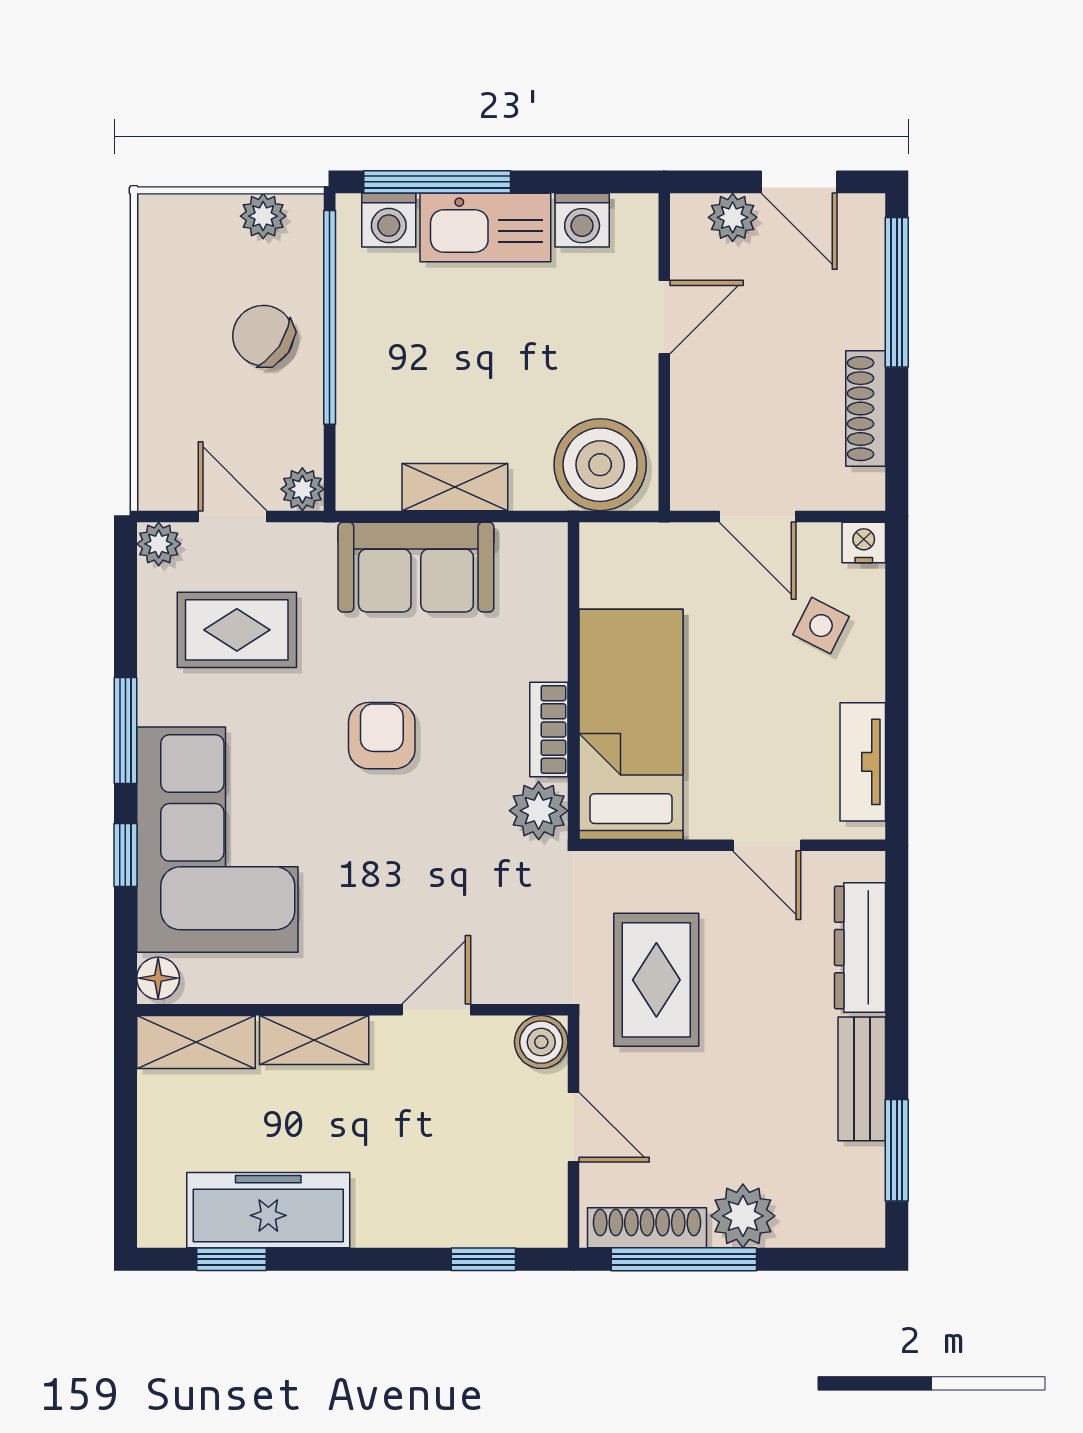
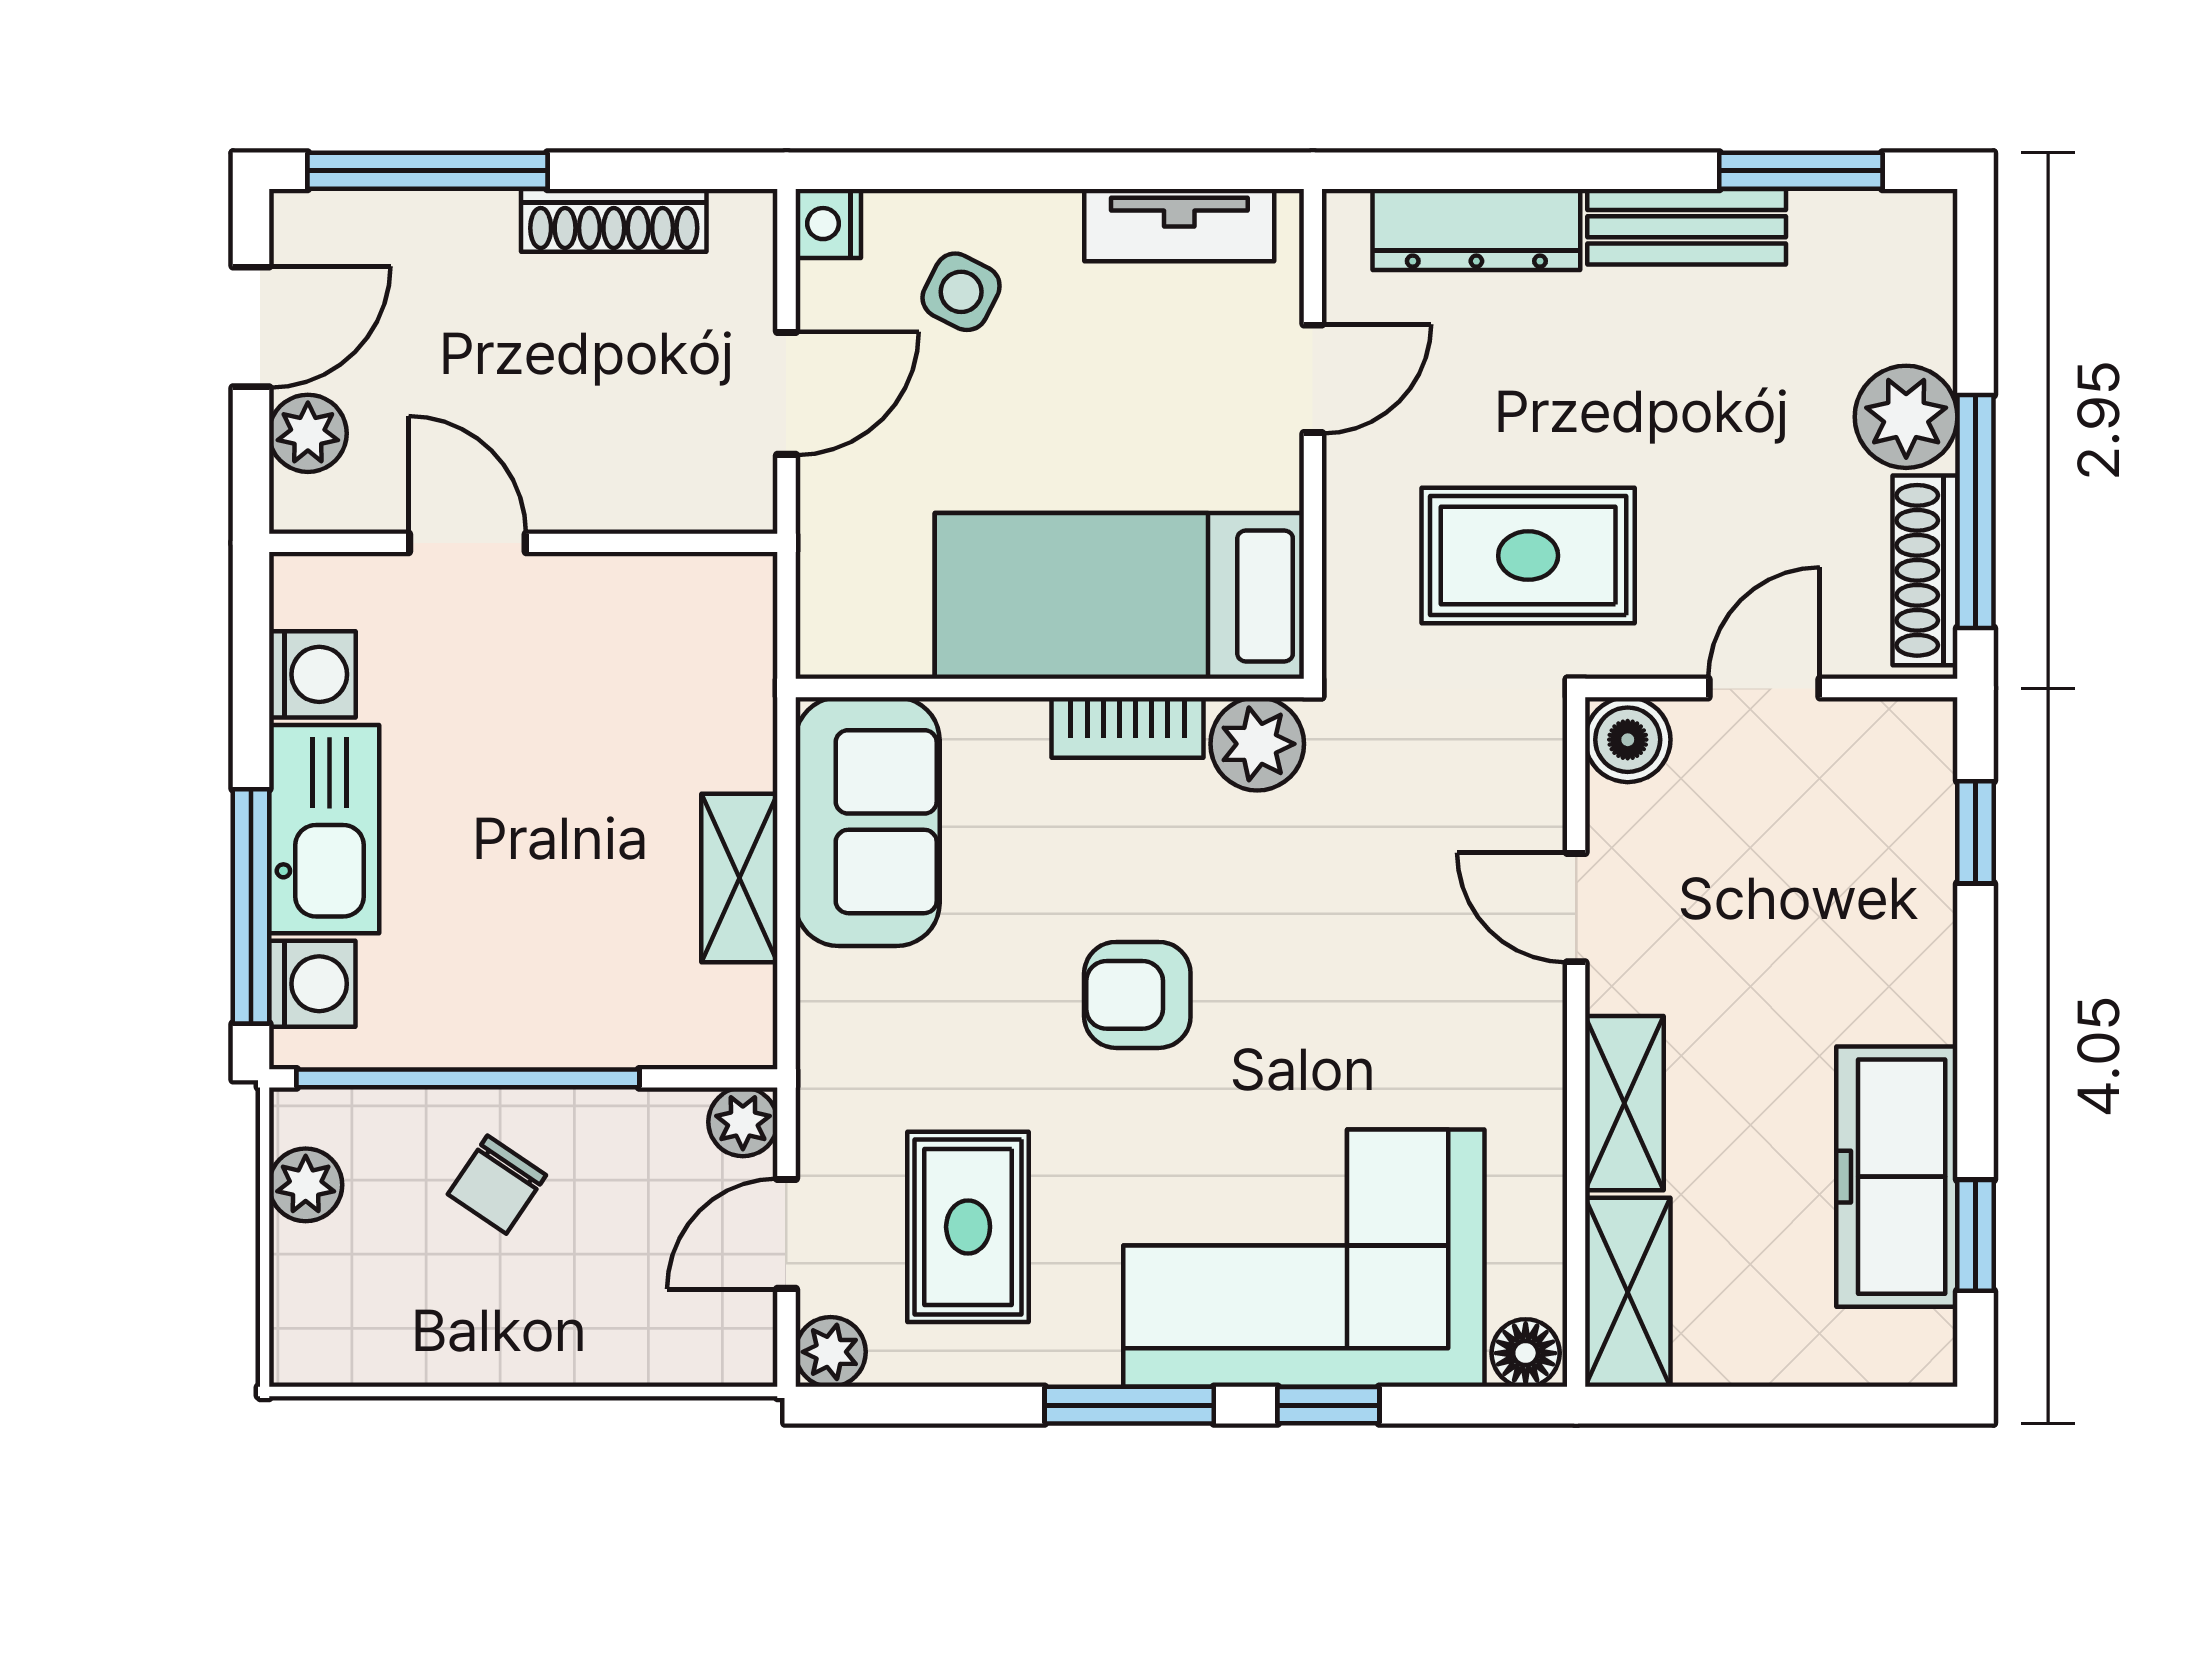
chair: (263, 336) -> (497, 1185), width x0.73, depth x0.73
boiler: (600, 465) -> (704, 645), removed
sofa: (416, 567) -> (868, 822), moved

